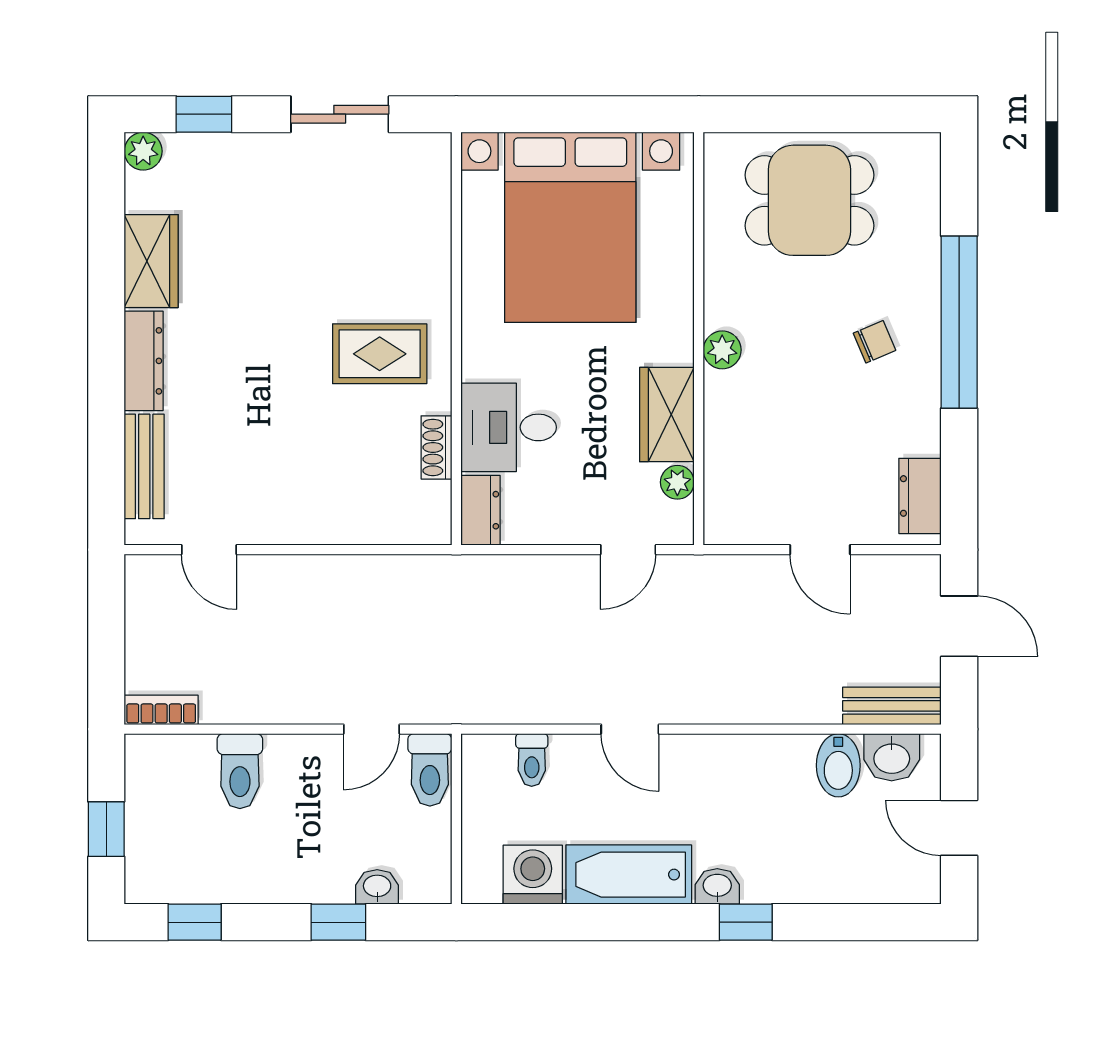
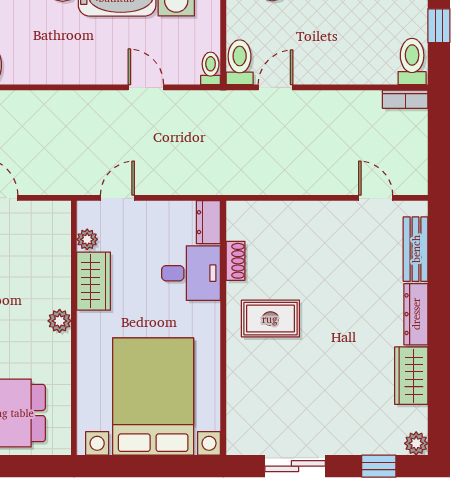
door: (630, 729) -> (146, 87), moved
toilet: (532, 760) -> (211, 68), moved
toilet: (240, 771) -> (412, 61), moved

